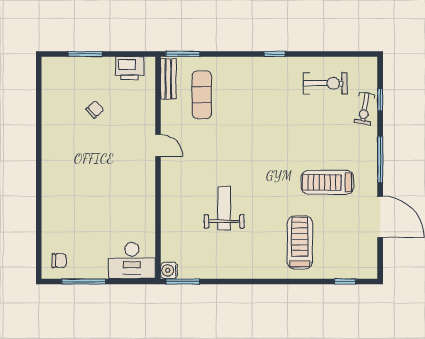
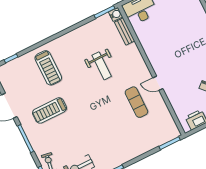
bench: (168, 79) -> (125, 31), moved
exercise mat: (202, 95) -> (136, 102), moved
treadmill: (327, 182) -> (50, 110), turned 180

